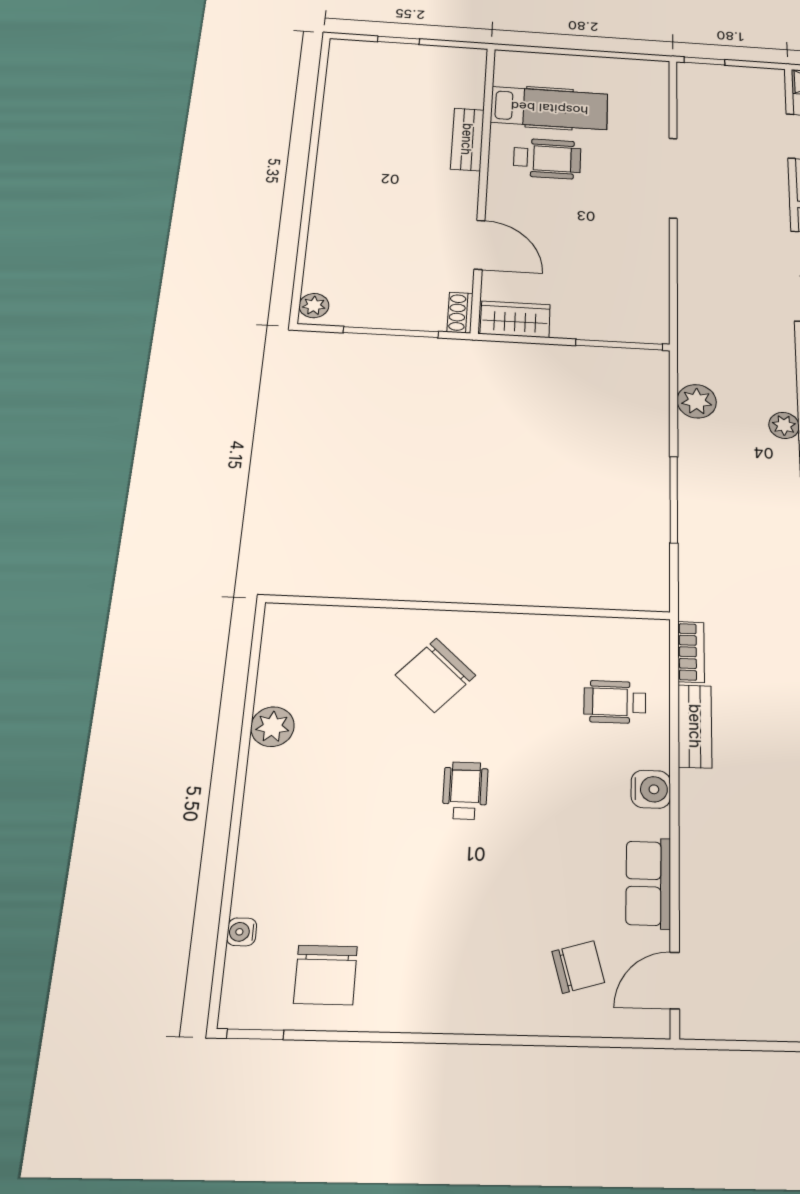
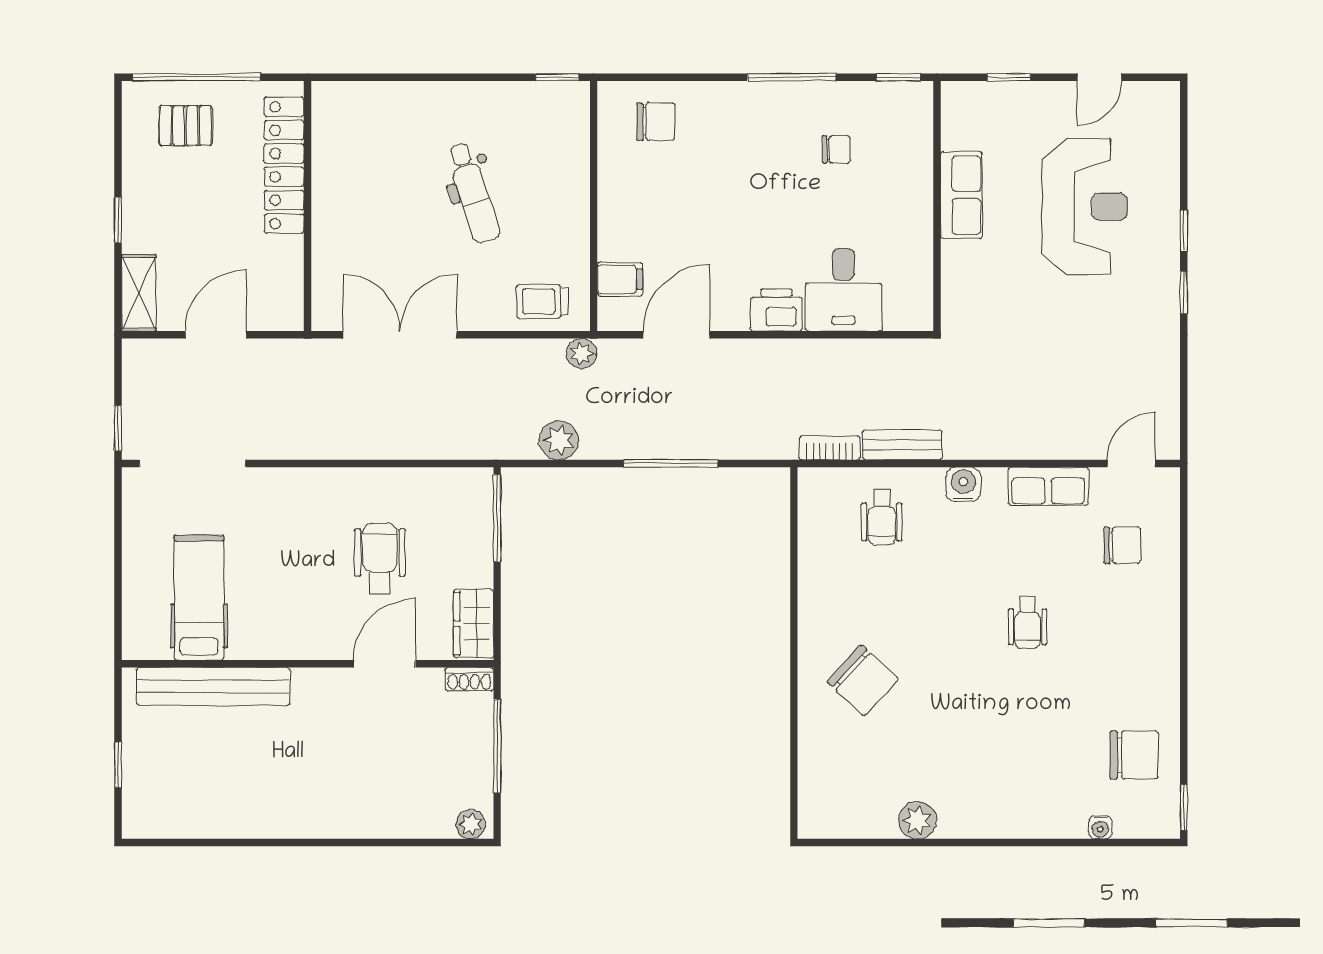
bench: (467, 139) -> (213, 686), width x1.86, depth x1.21
wheelchair: (547, 159) -> (380, 558), moved
doorway: (673, 178) -> (192, 463), moved
wheelchair: (465, 791) -> (1028, 623), moved, turned -90
chair: (578, 967) -> (1122, 545), turned 106
door: (675, 980) -> (1131, 463), swing flipped

